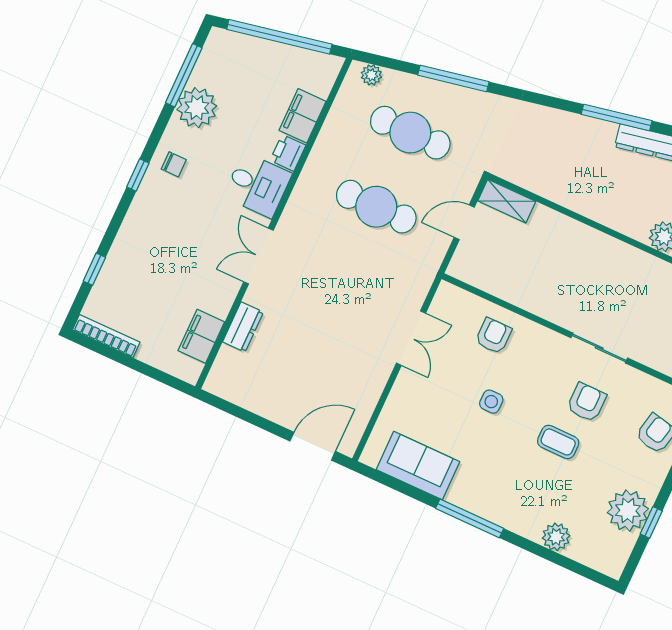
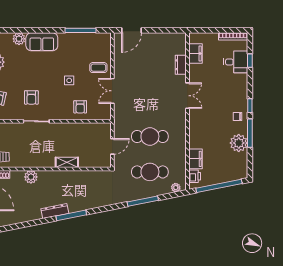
window: (184, 75) -> (250, 133), moved
printer: (288, 153) -> (195, 176), moved
desk: (258, 185) -> (236, 62), moved, turned 180
shelving: (507, 201) -> (67, 162), moved
coffee table: (558, 442) -> (98, 68), moved
sofa: (418, 466) -> (42, 42), moved
window: (470, 518) -> (81, 30), moved

